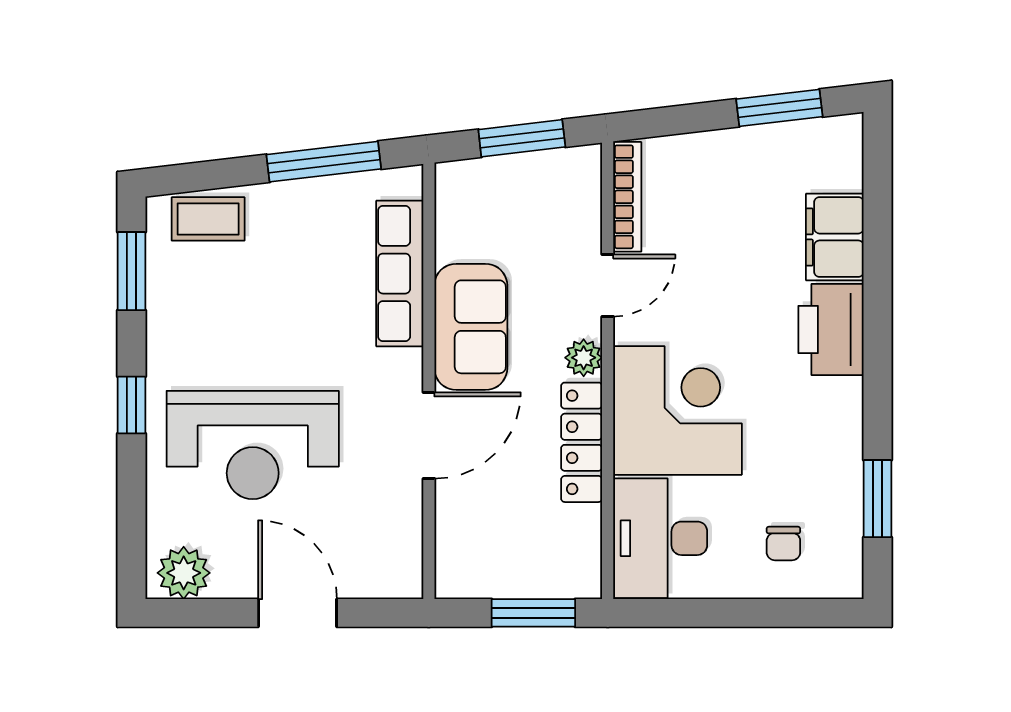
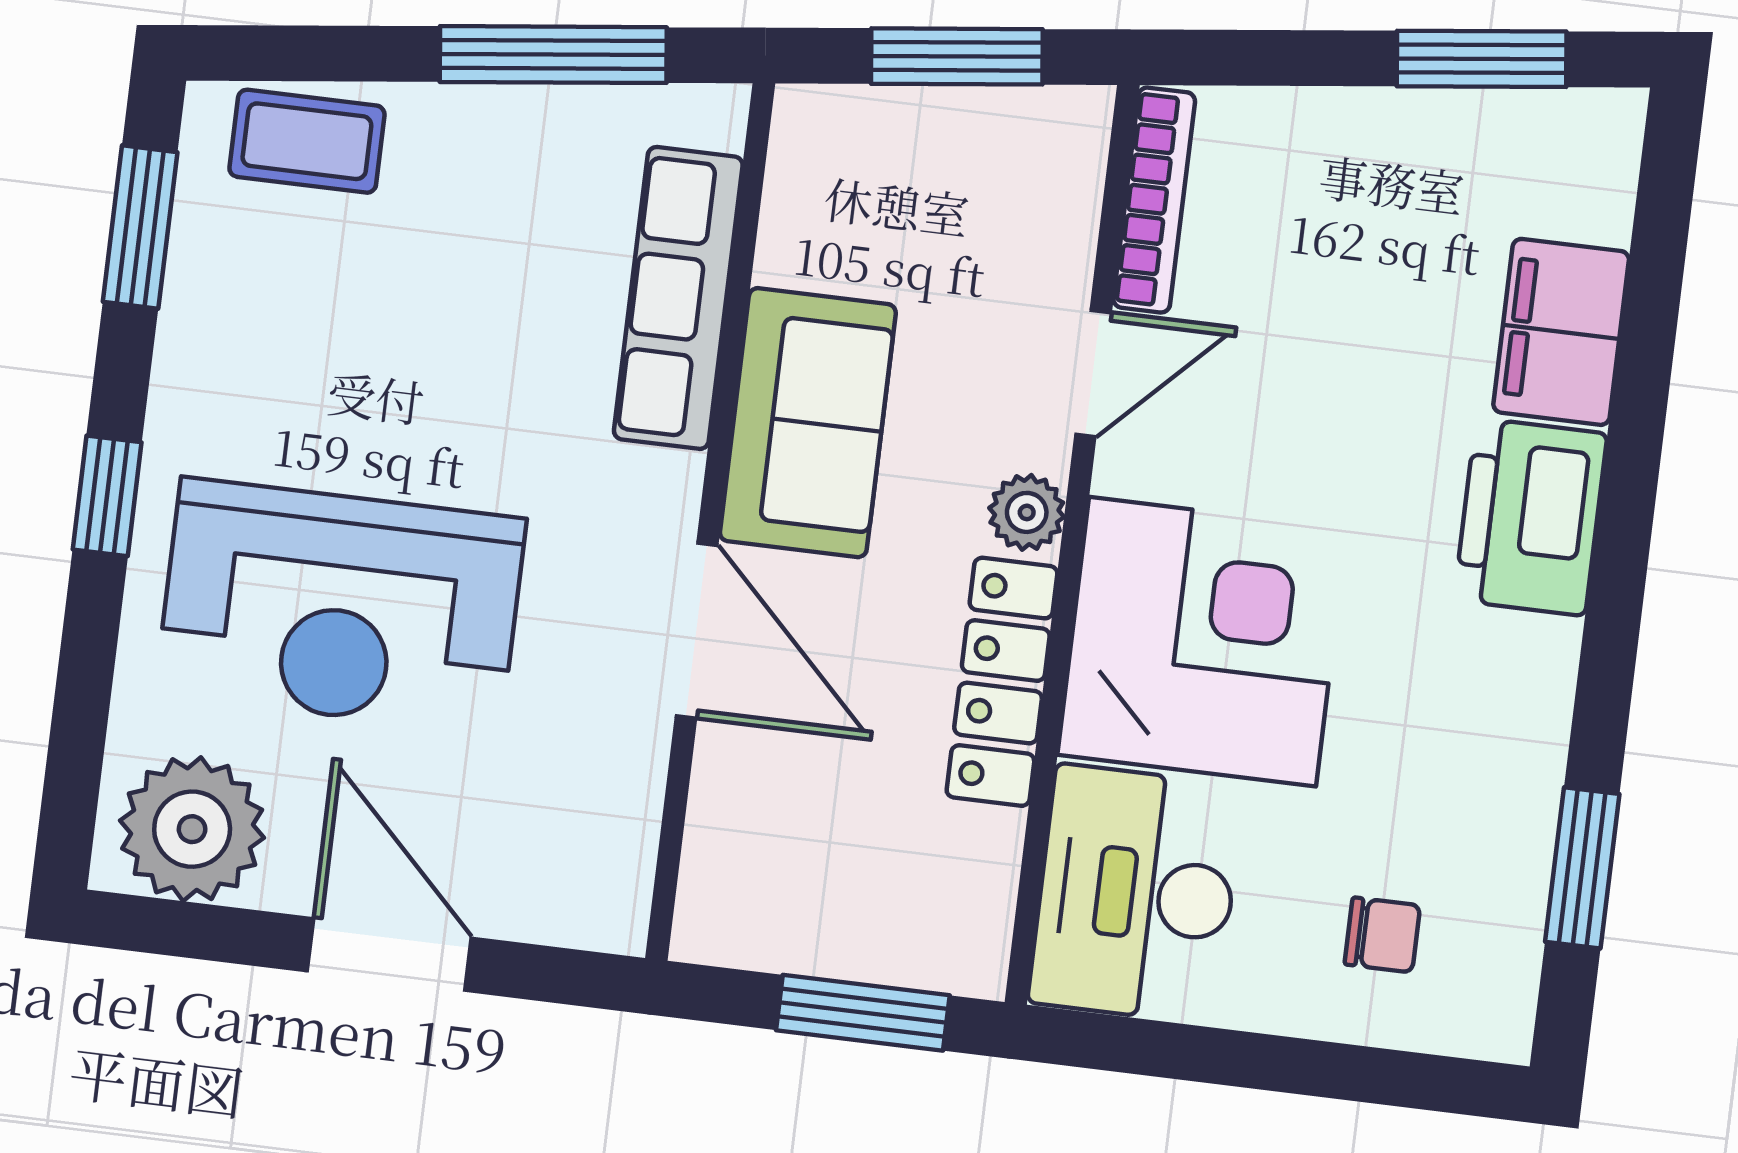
door: (429, 436) -> (697, 631), hinge flipped
chair: (783, 544) -> (1382, 935), turned -90
plant: (184, 573) -> (192, 829), width x1.36, depth x1.36

